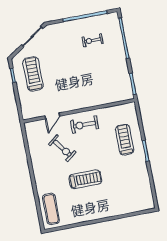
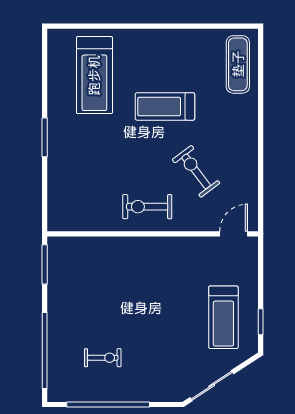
door: (52, 116) -> (234, 234), moved
exercise bike: (84, 125) -> (147, 207), turned 180
treadmill: (125, 140) -> (94, 75), moved, width x1.37, depth x1.38

